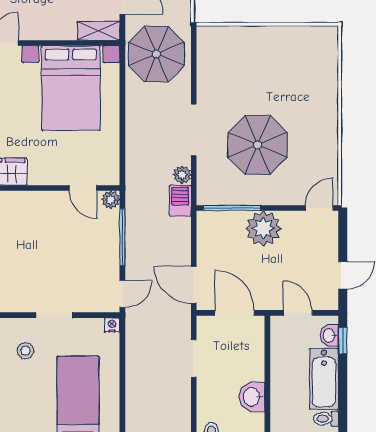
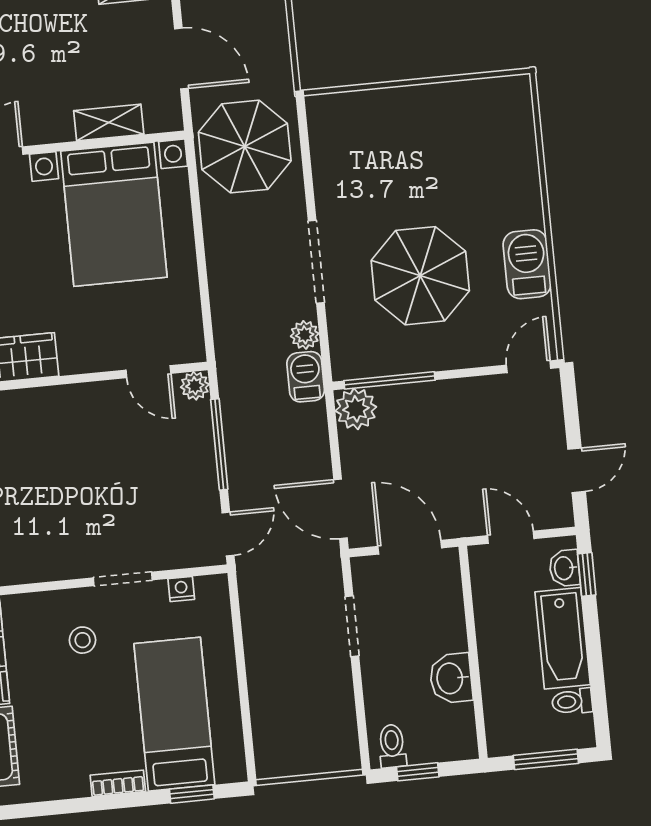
shelving: (99, 31) -> (109, 123), moved
barbecue: (325, 144) -> (527, 264), added
plant: (263, 228) -> (356, 409), moved, width x0.73, depth x0.73
nightstand: (112, 325) -> (181, 589), moved

